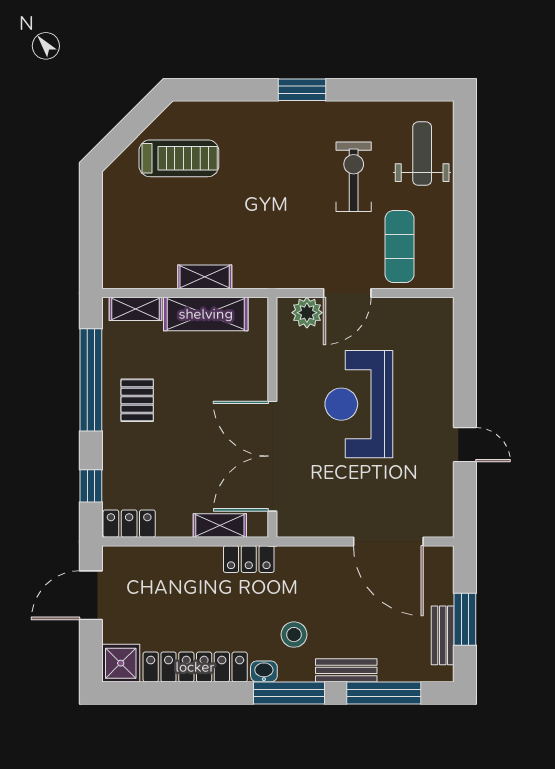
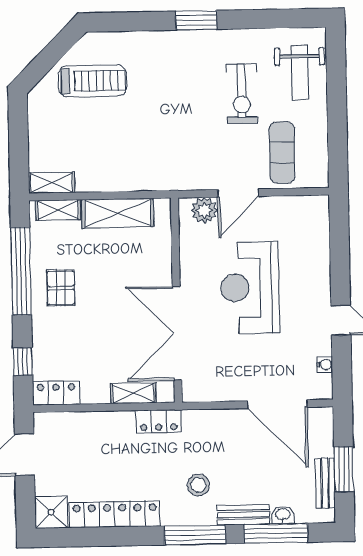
weight bench: (422, 154) -> (300, 73), turned 180
exercise bike: (354, 177) -> (242, 94), turned 180
shelving: (205, 277) -> (52, 183), moved
water cooler: (445, 496) -> (325, 365), added
washbasin: (264, 671) -> (283, 515), moved

